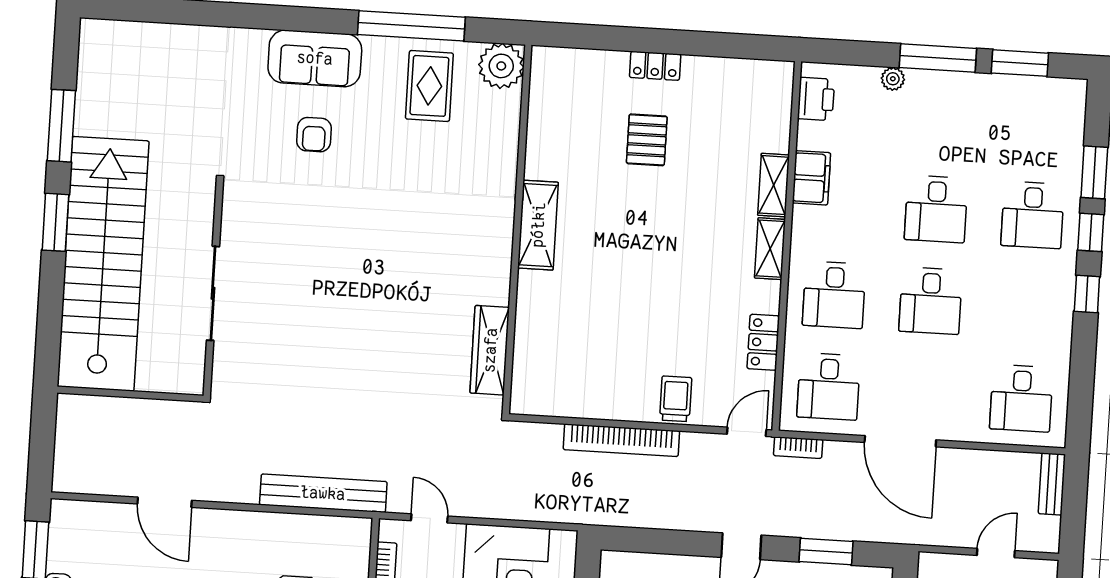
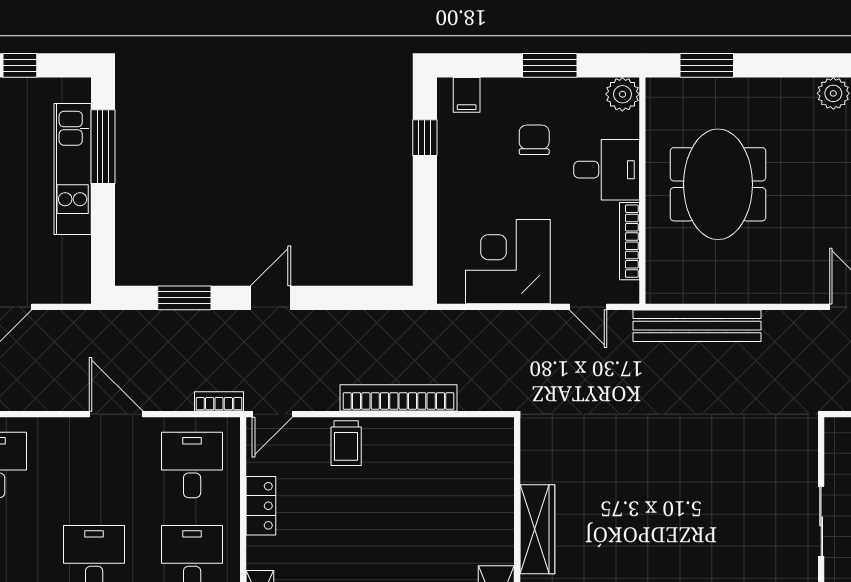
sliding door: (213, 293) -> (821, 521), width x0.73
wardrobe: (490, 350) -> (537, 529), moved
door: (900, 441) -> (116, 414), width x0.73

